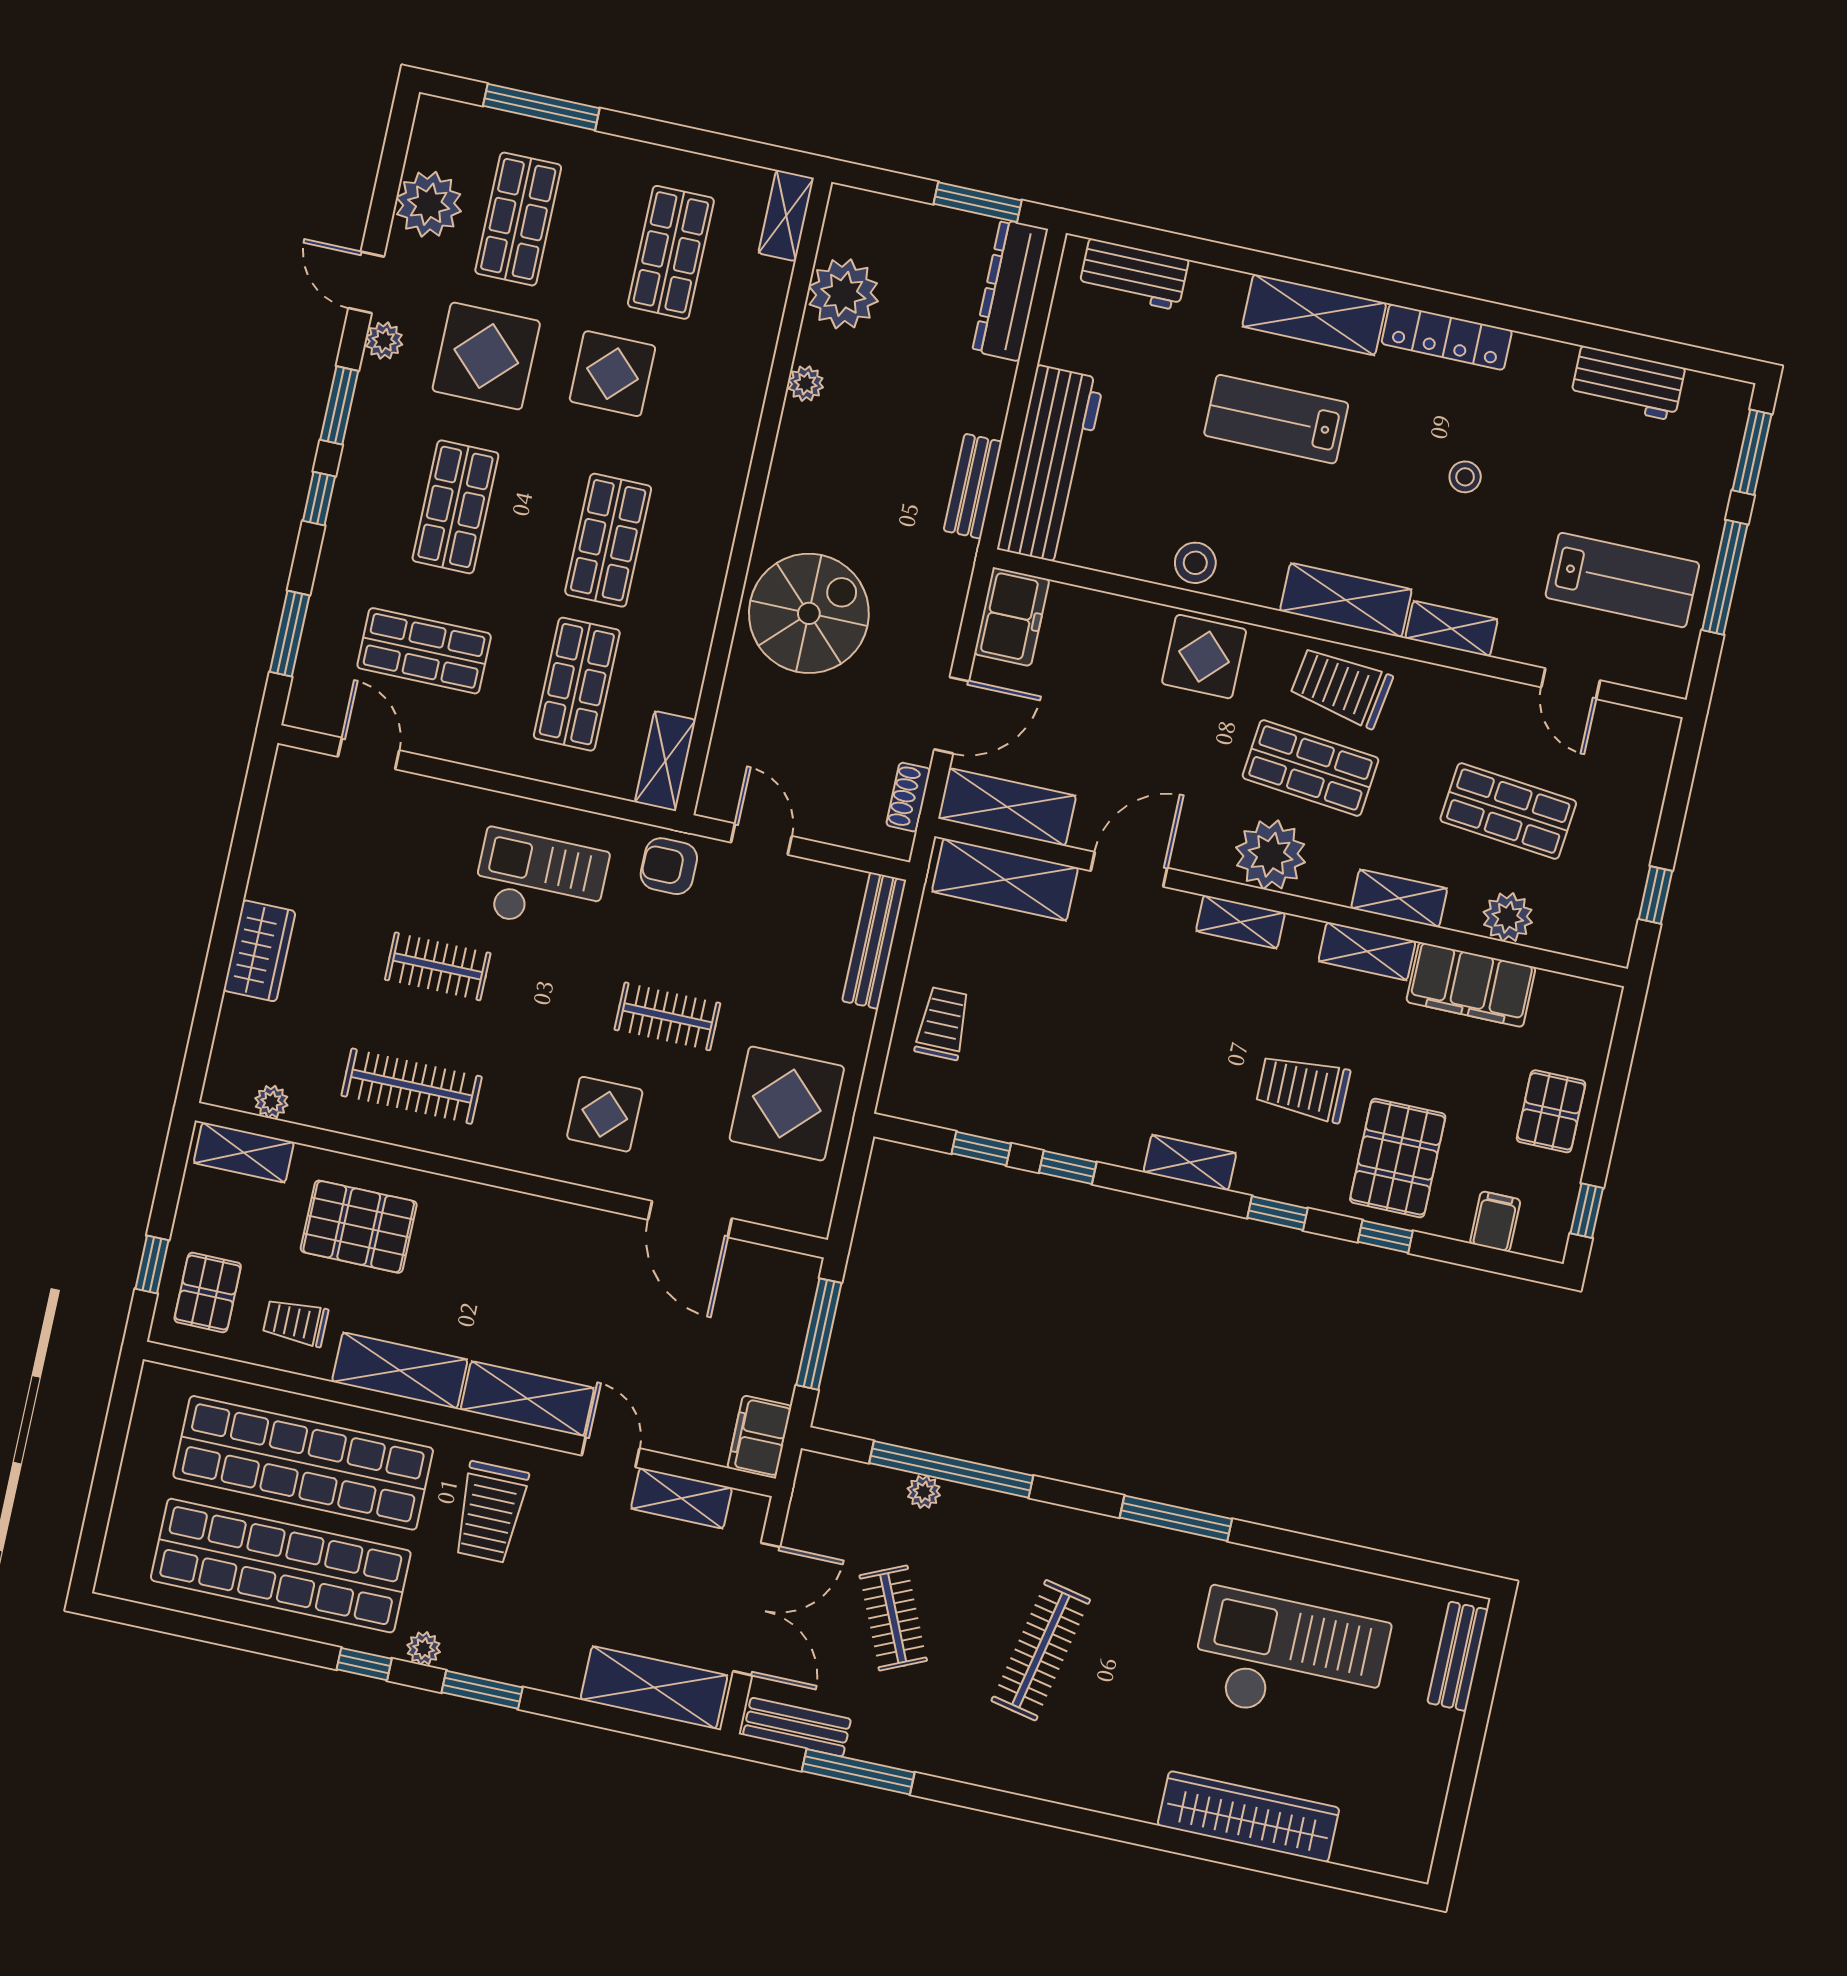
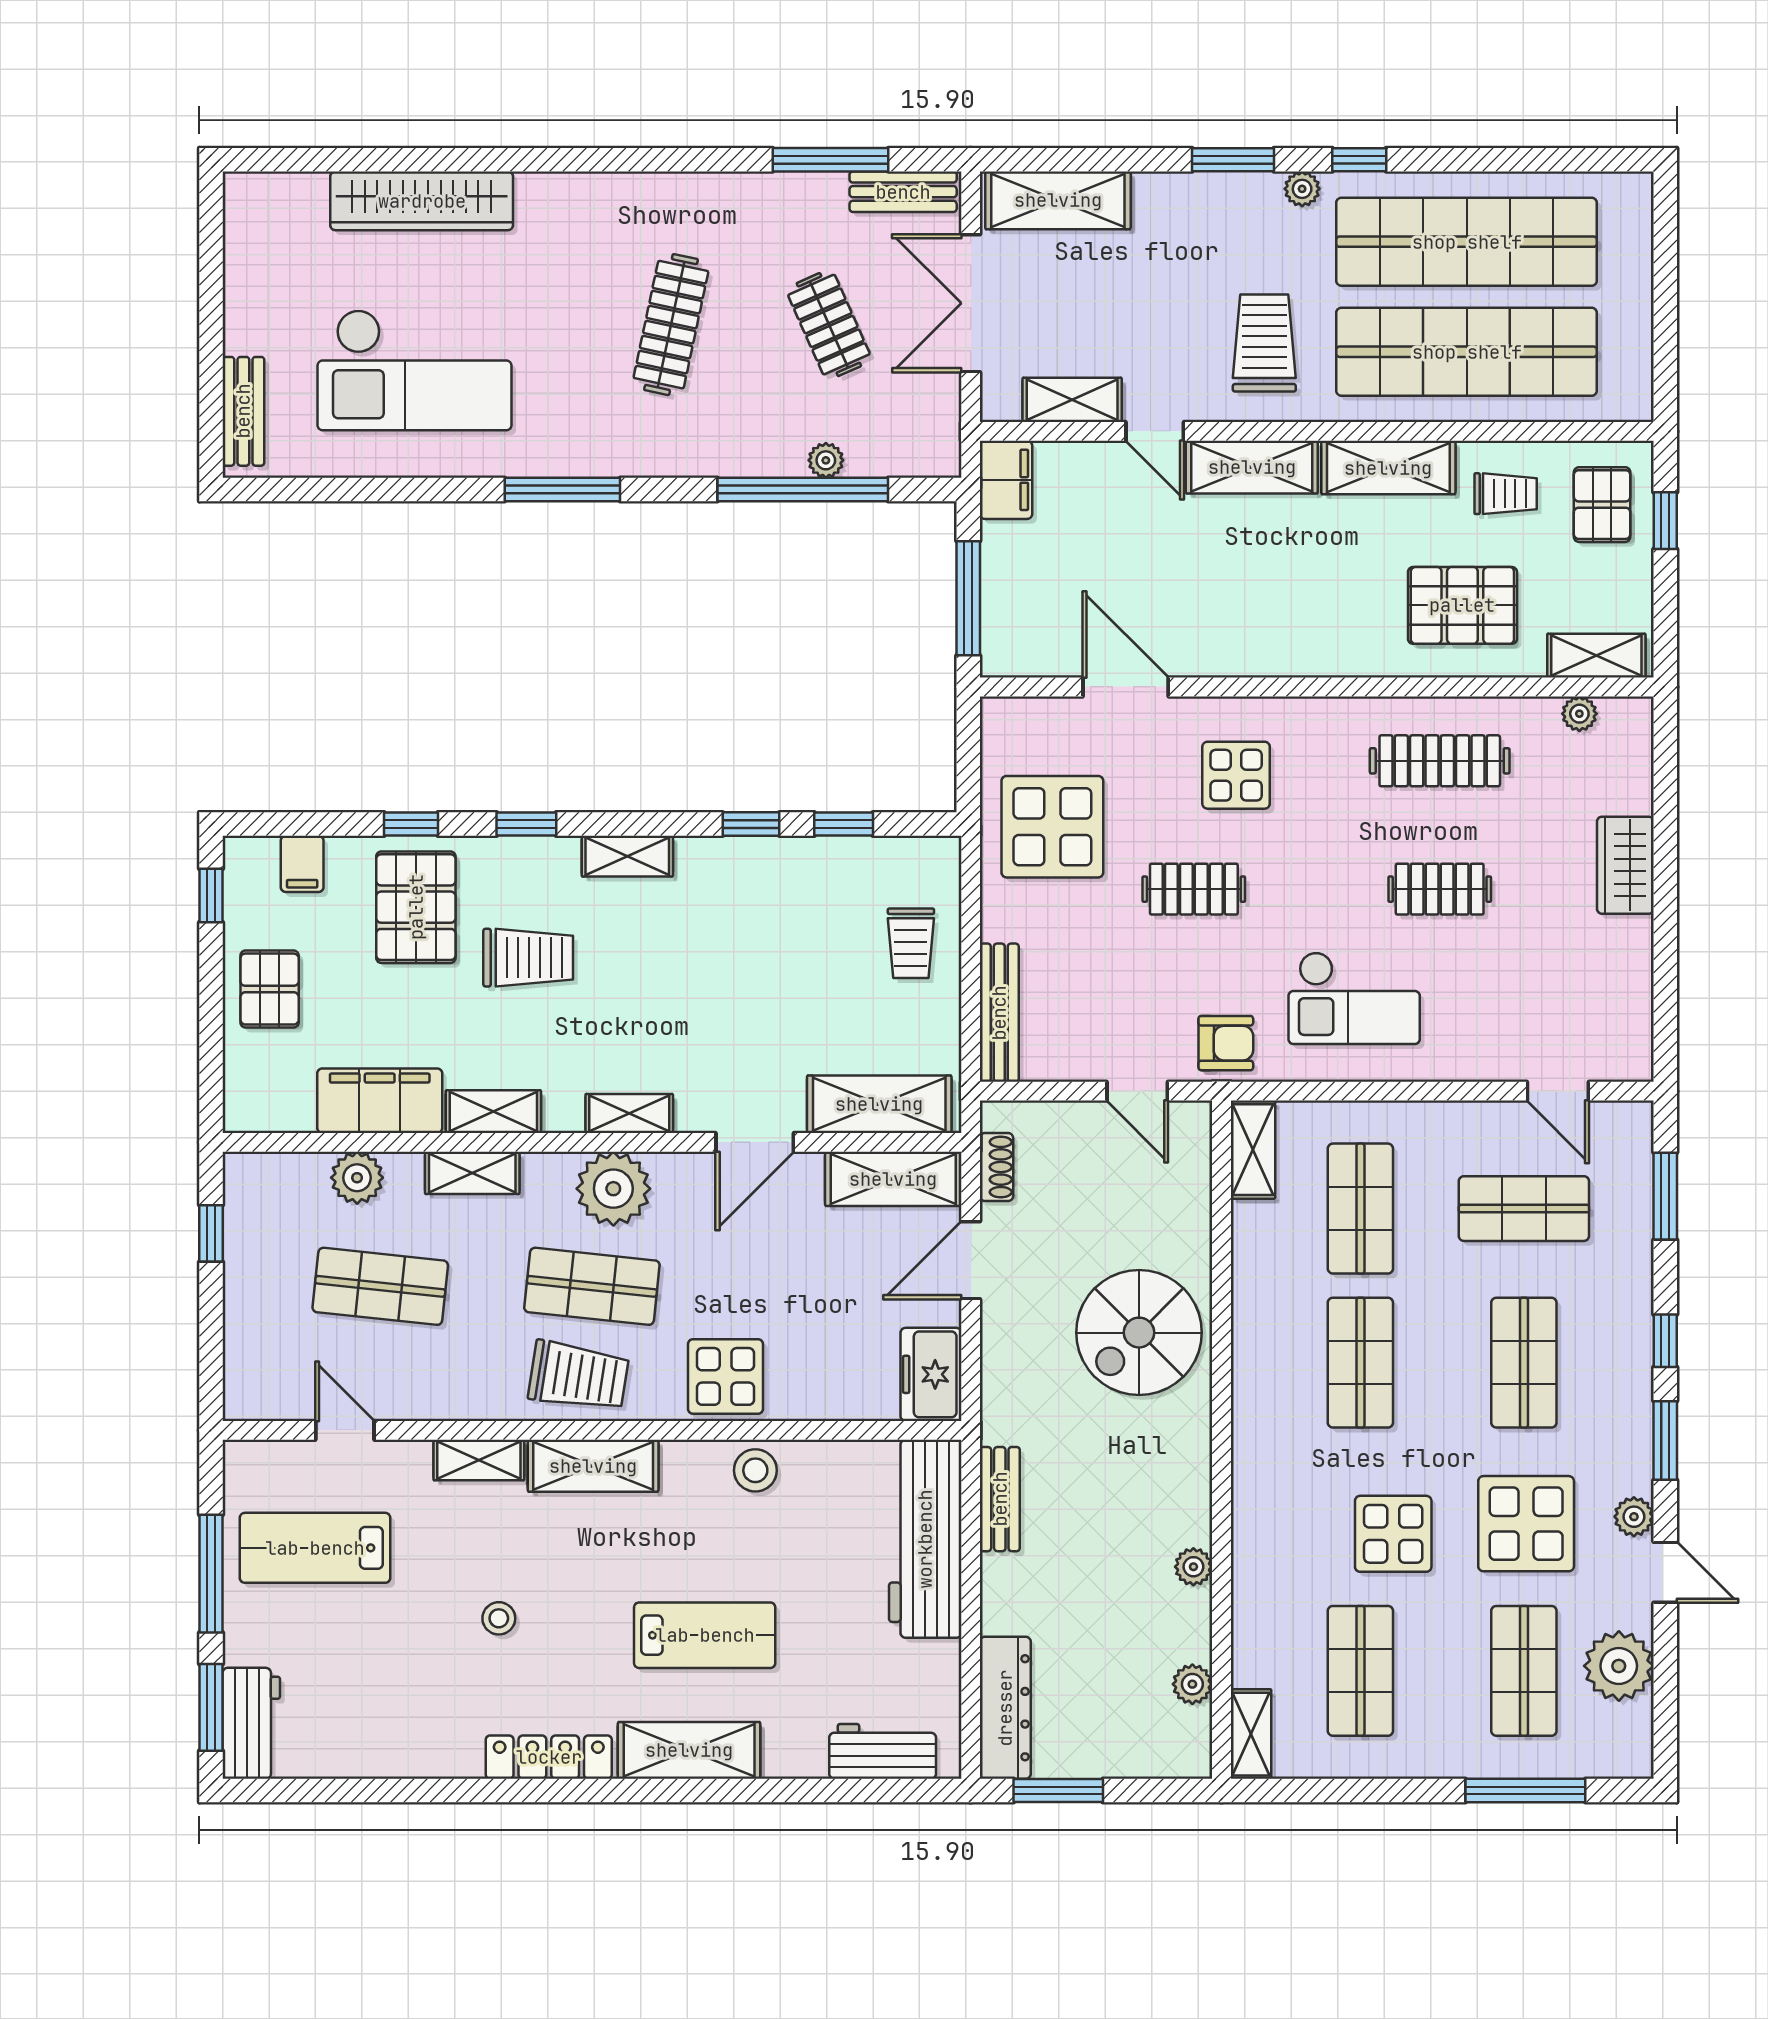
plant: (843, 294) -> (1192, 1684), width x0.53, depth x0.53
workbench: (1628, 383) -> (251, 1723), moved, turned 90

